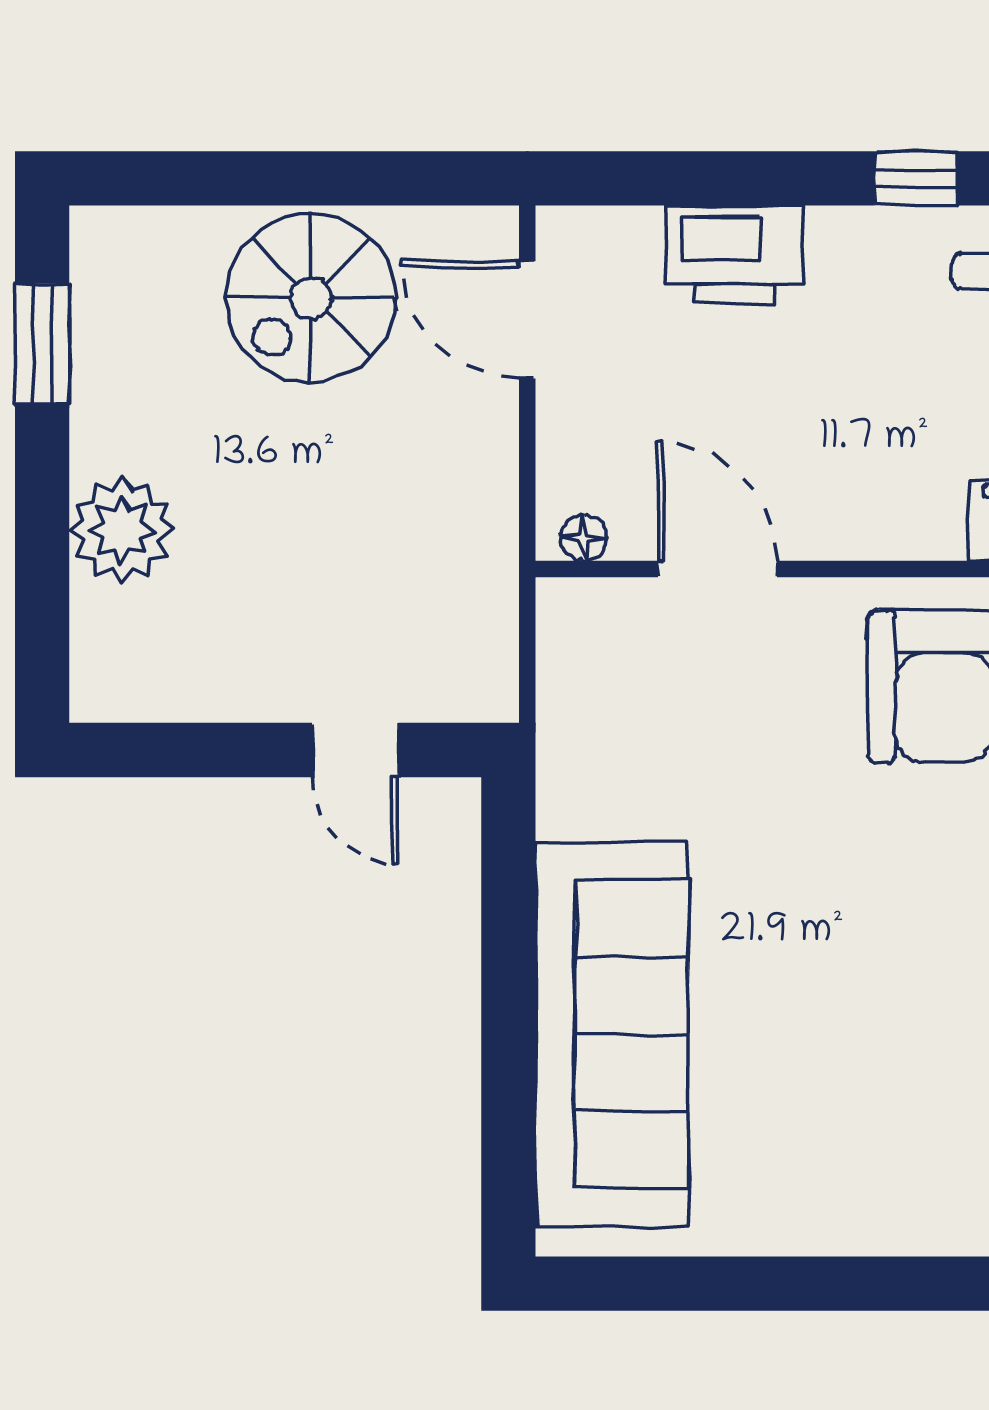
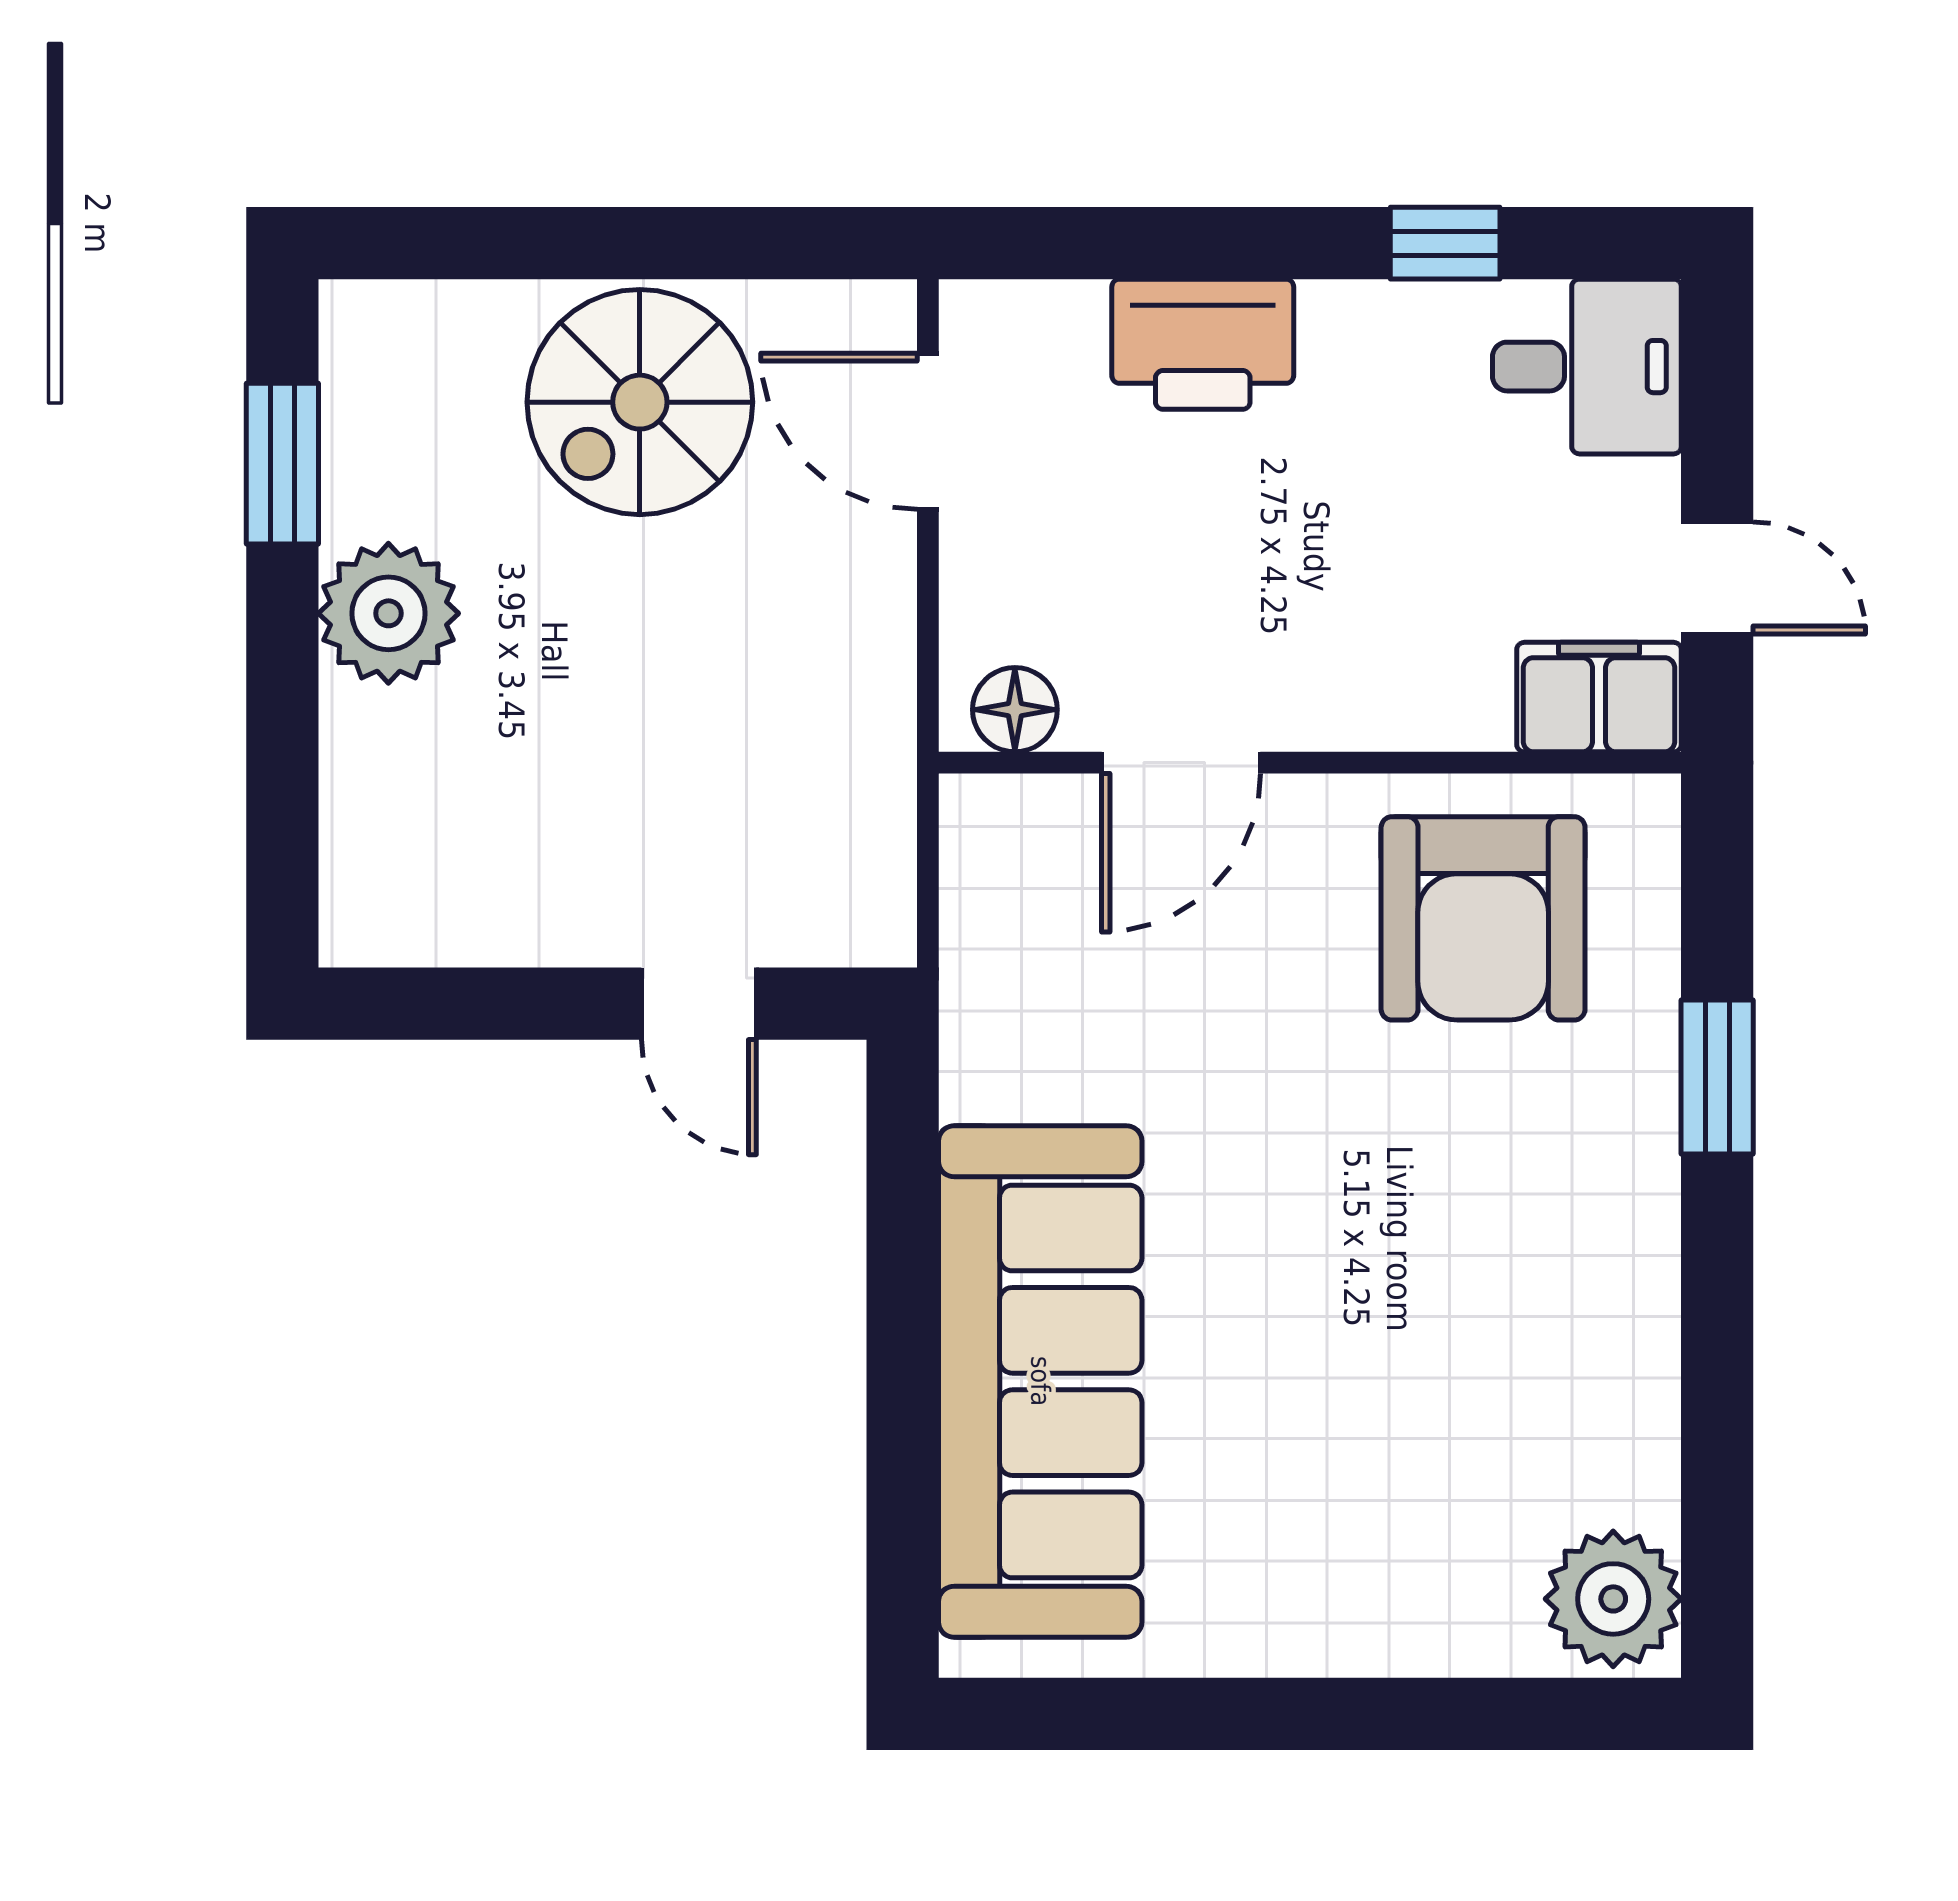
plant: (122, 530) -> (388, 613), moved
floor lamp: (584, 538) -> (1015, 710), width x1.37, depth x1.37
door: (718, 569) -> (1181, 763), swing flipped

